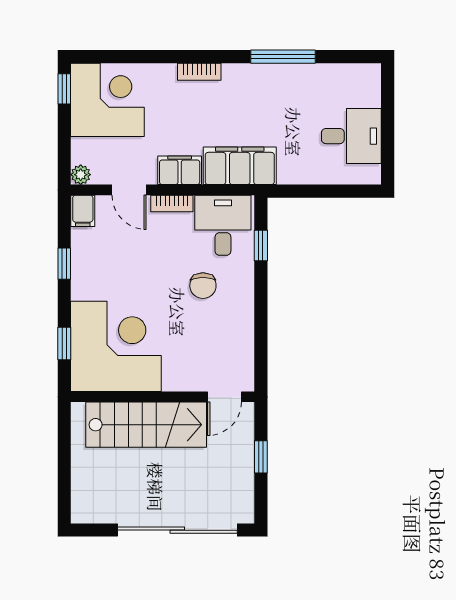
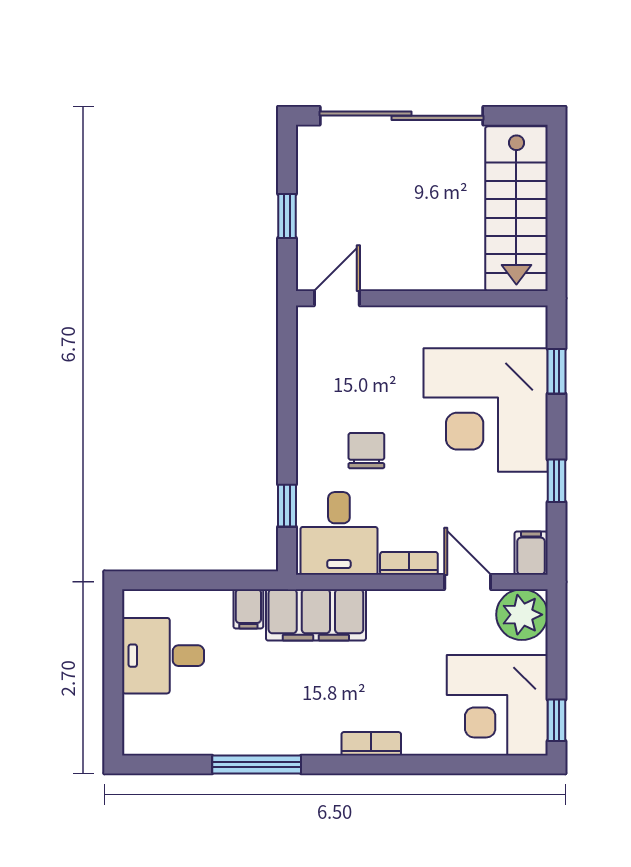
filing cabinet: (180, 170) -> (248, 609), moved, width x0.50
plant: (81, 175) -> (522, 615), width x1.88, depth x1.88
corner desk: (116, 346) -> (486, 410), moved
stairs: (146, 425) -> (516, 209), moved, turned -90

